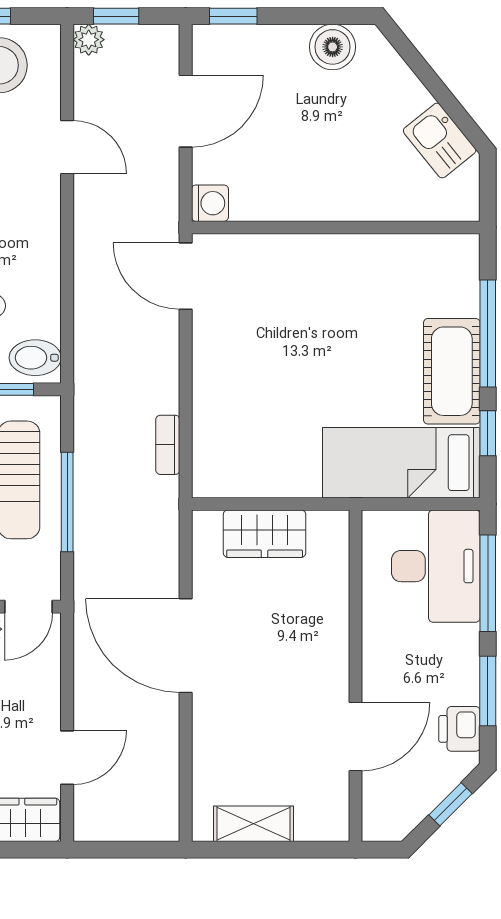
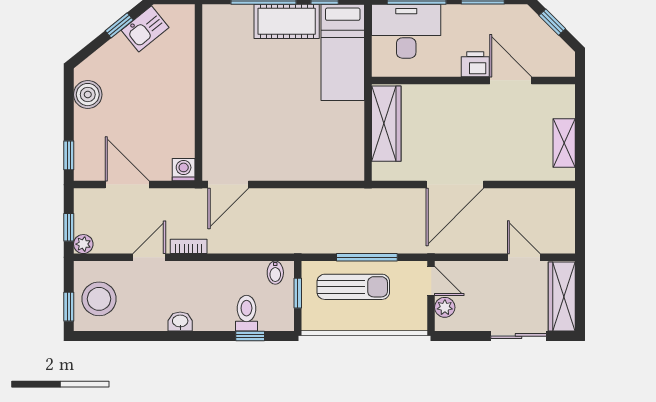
window: (445, 98) -> (119, 25), added
bidet: (35, 358) -> (275, 273), width x0.72, depth x0.74
bookcase: (168, 445) -> (189, 246), moved, turned 180
wardrobe: (265, 534) -> (386, 124), width x1.50
printer: (459, 729) -> (475, 64), moved, turned 180

